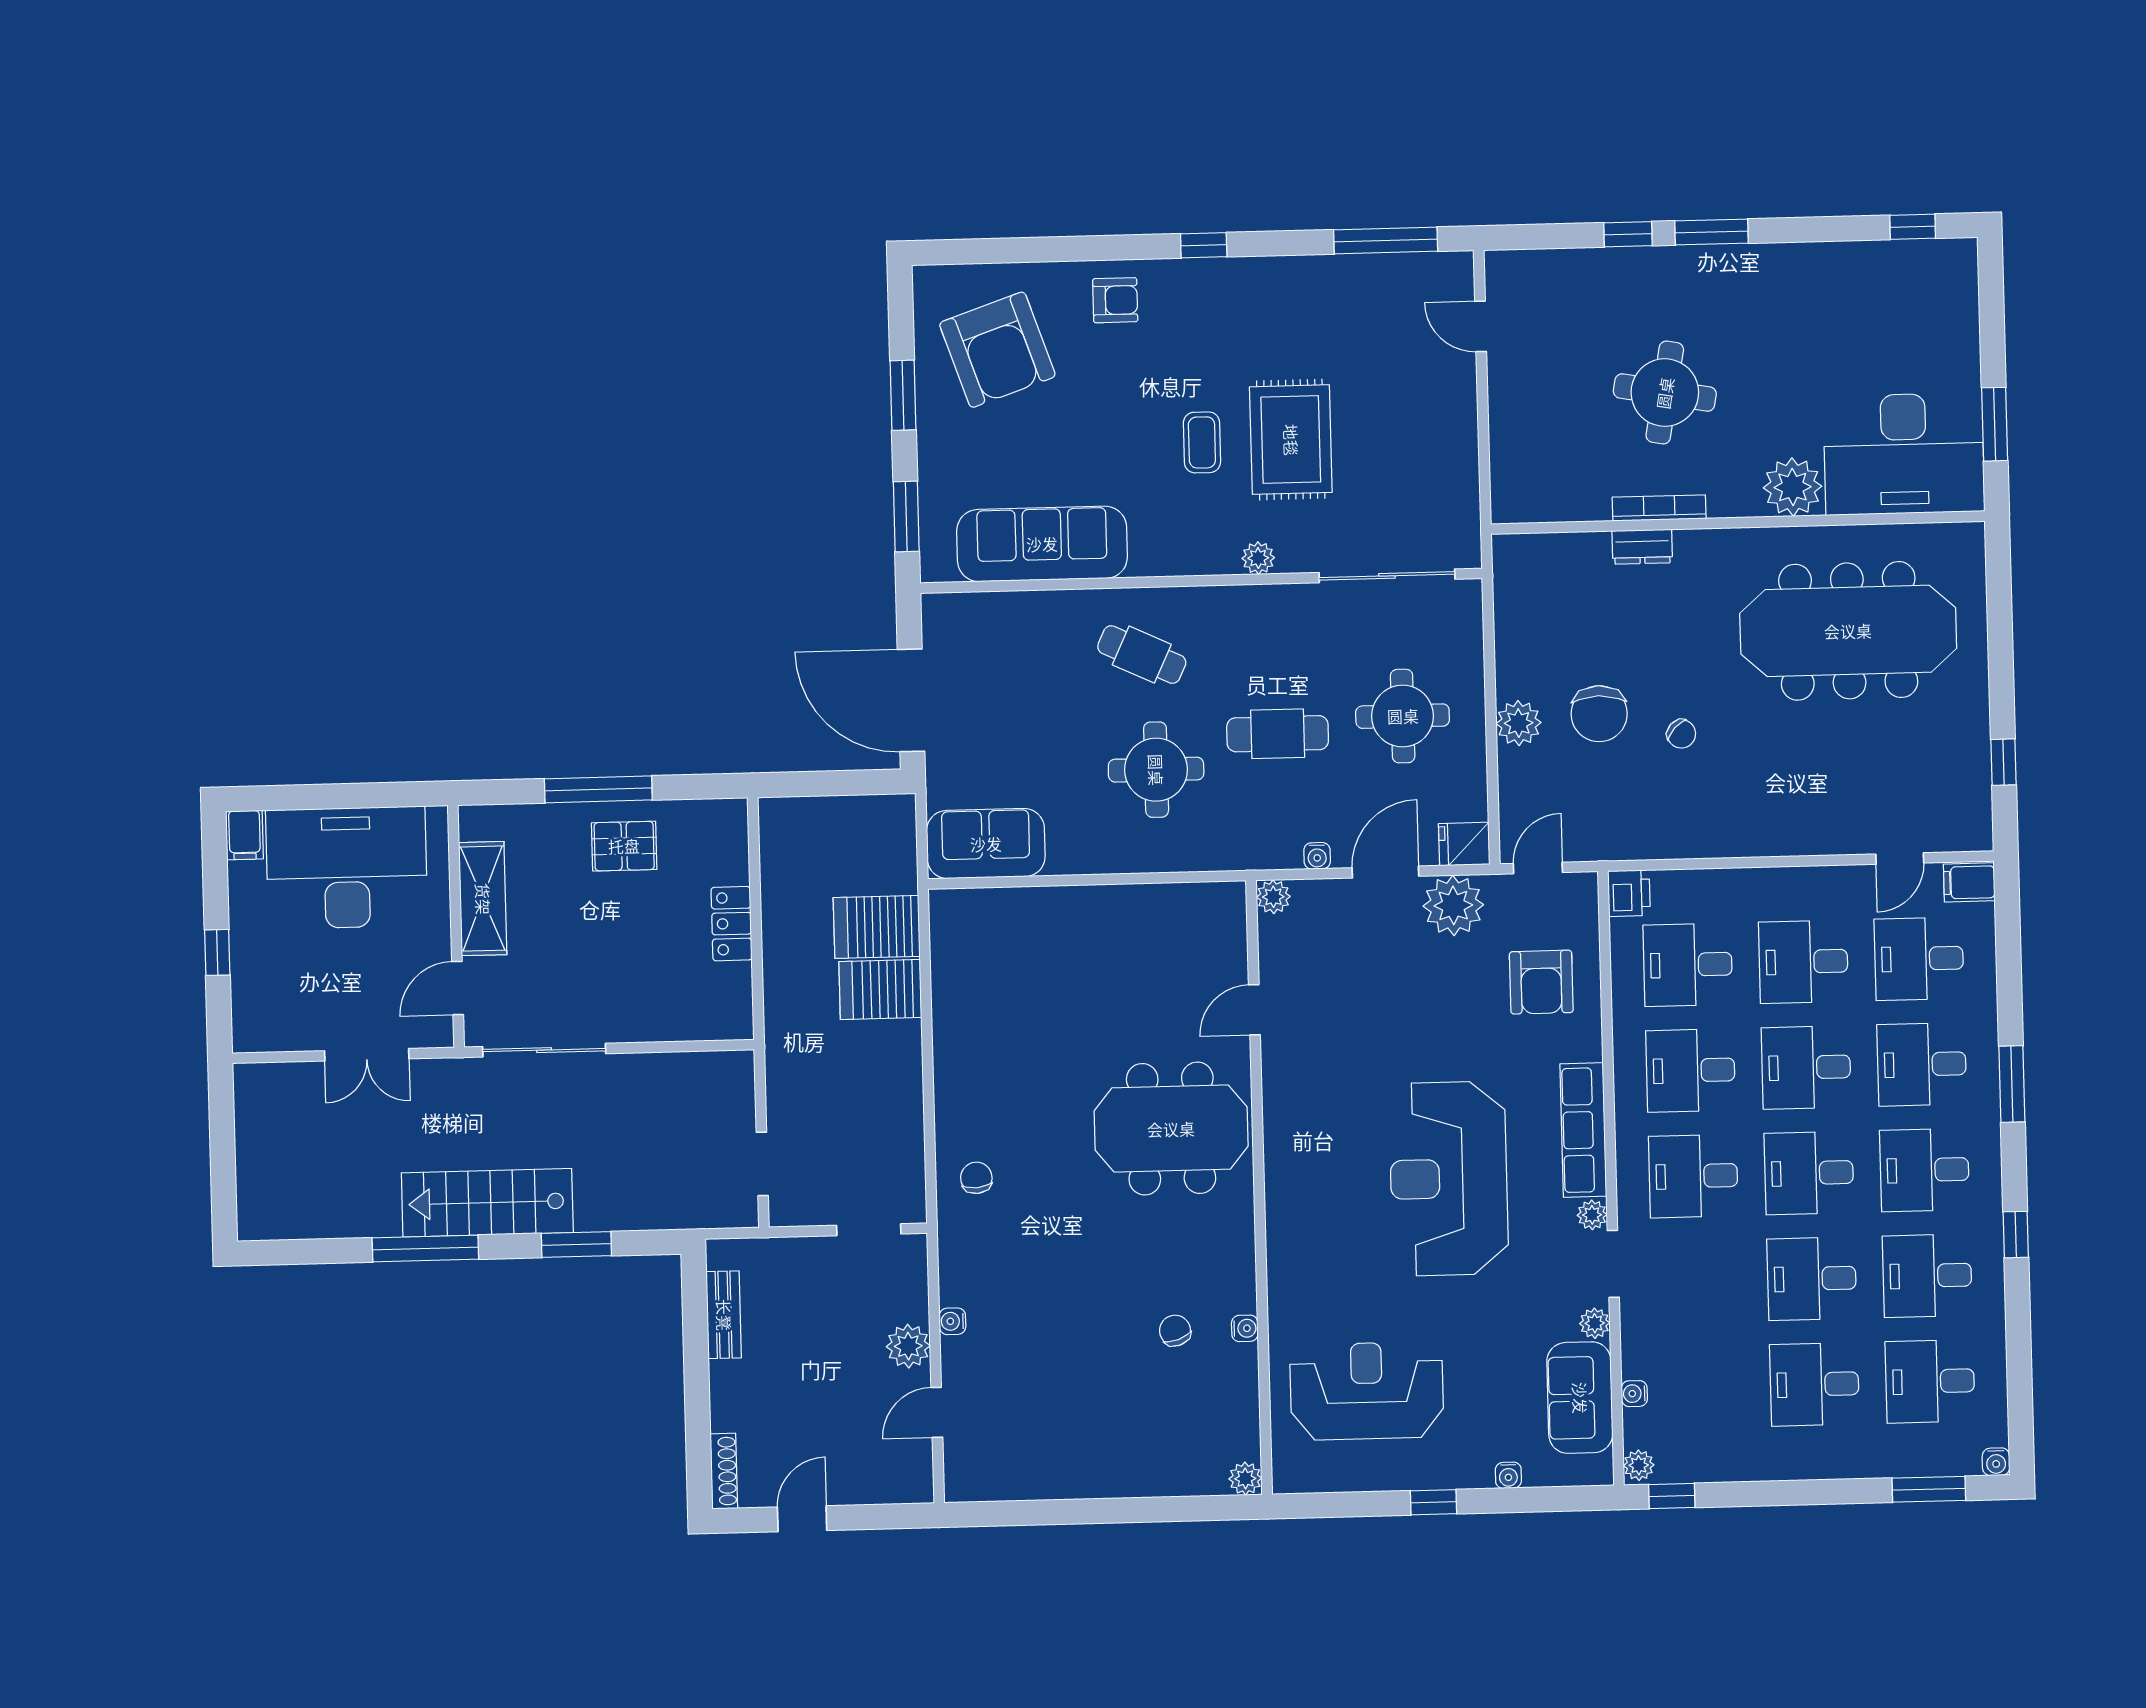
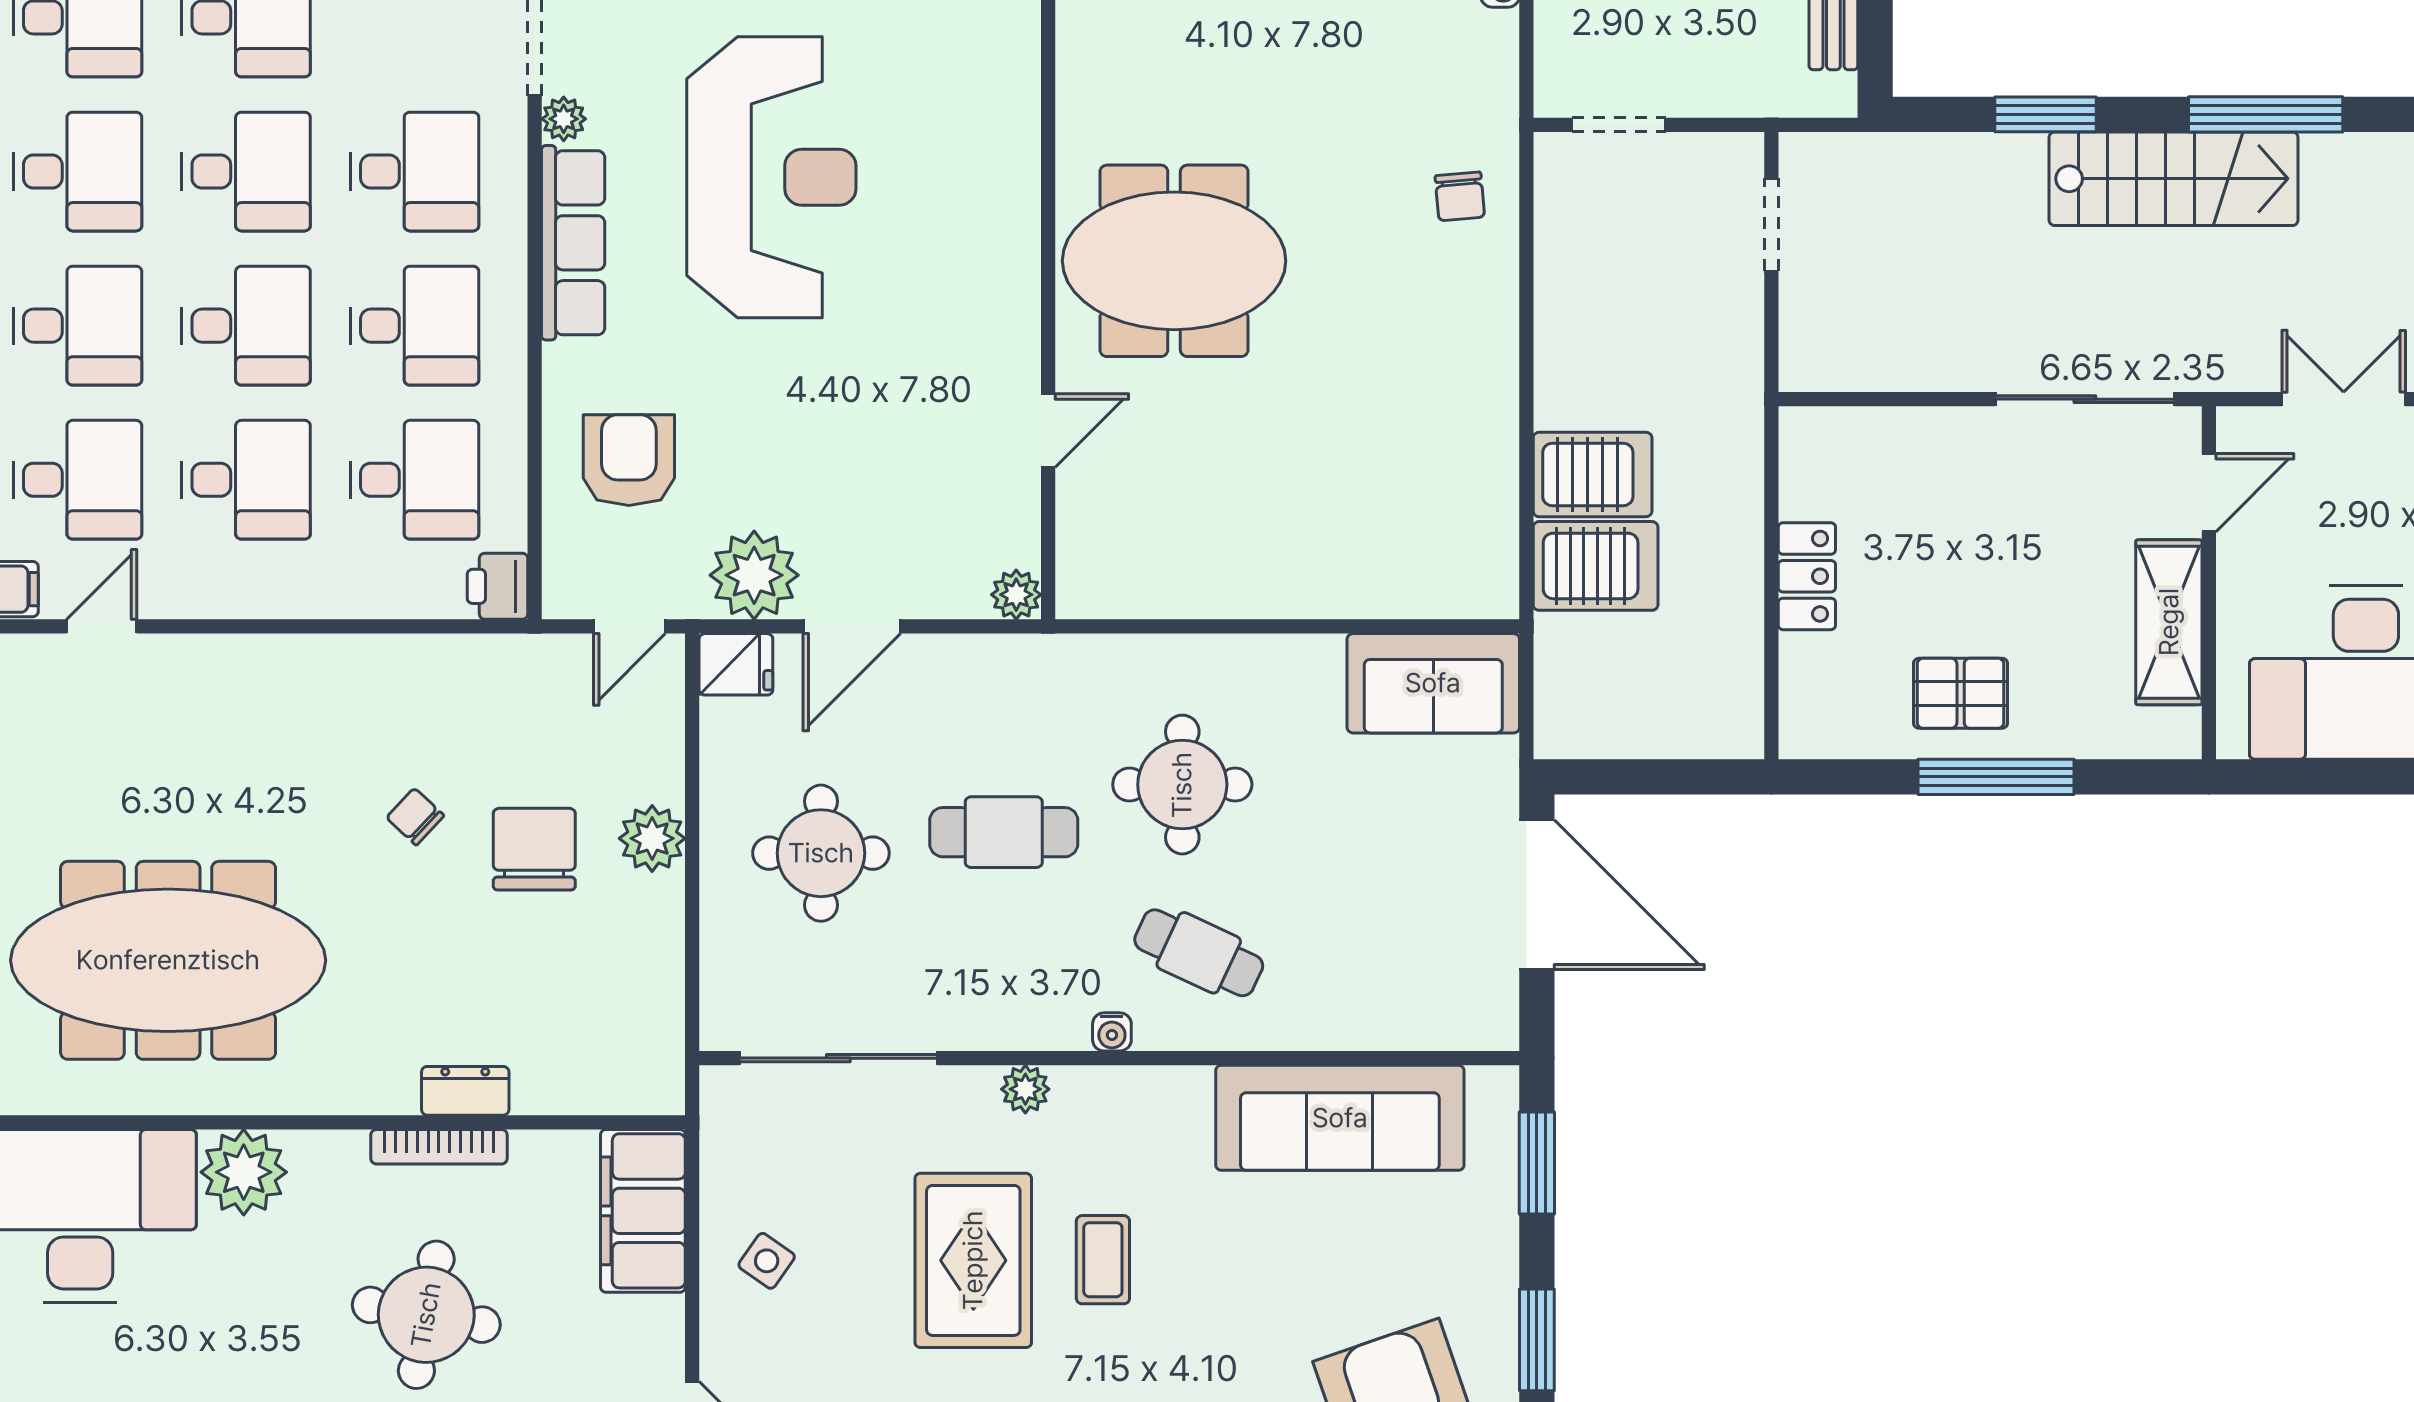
side table: (1432, 436) -> (767, 1261), added
filing cabinet: (1518, 468) -> (643, 1211), added
water cooler: (1317, 856) -> (1112, 1032), moved, turned 180

